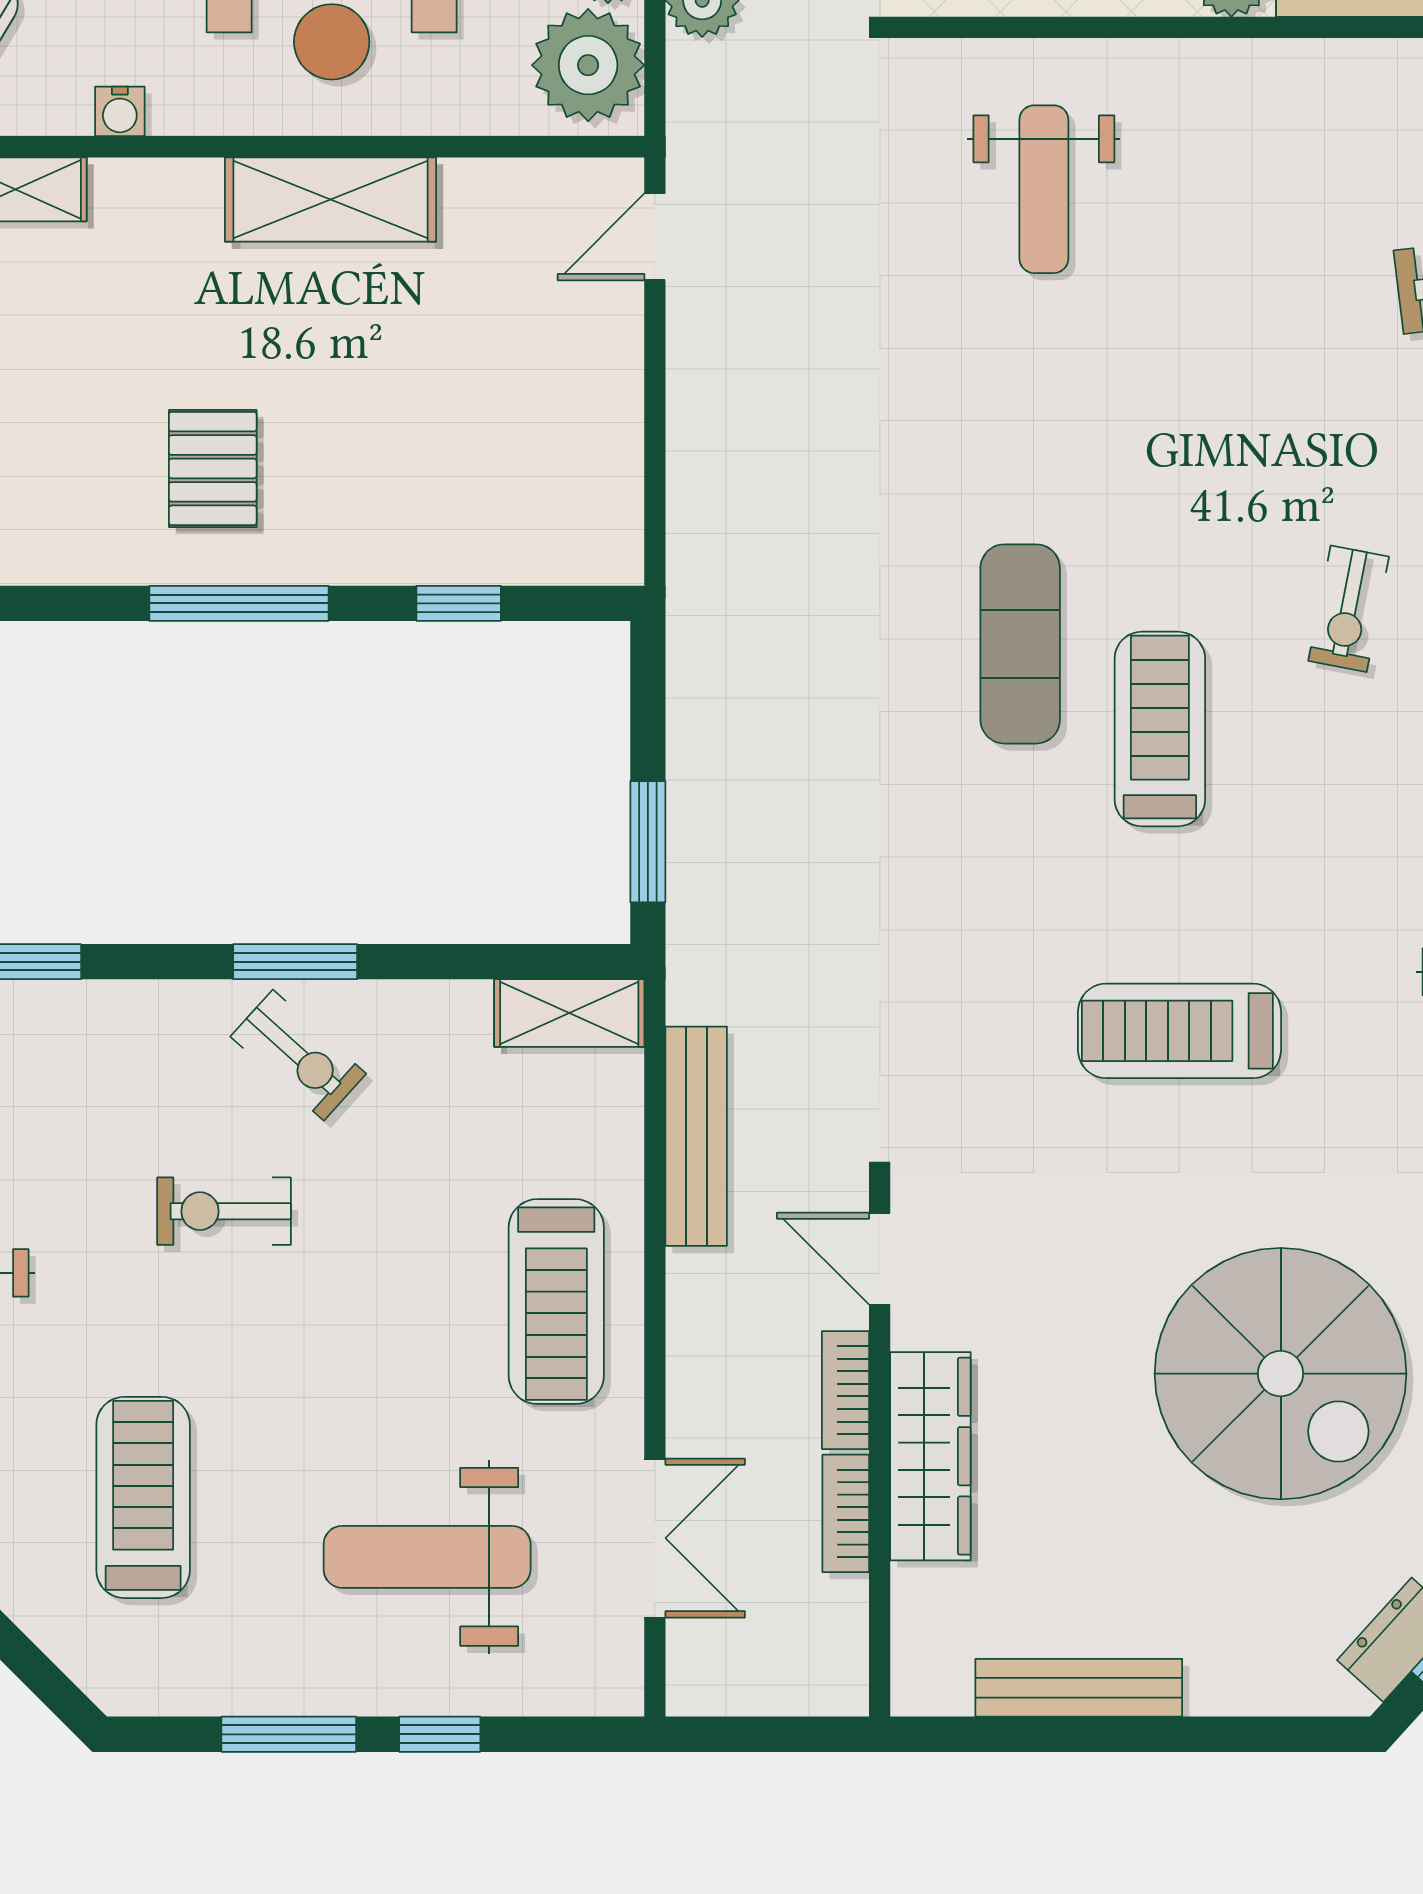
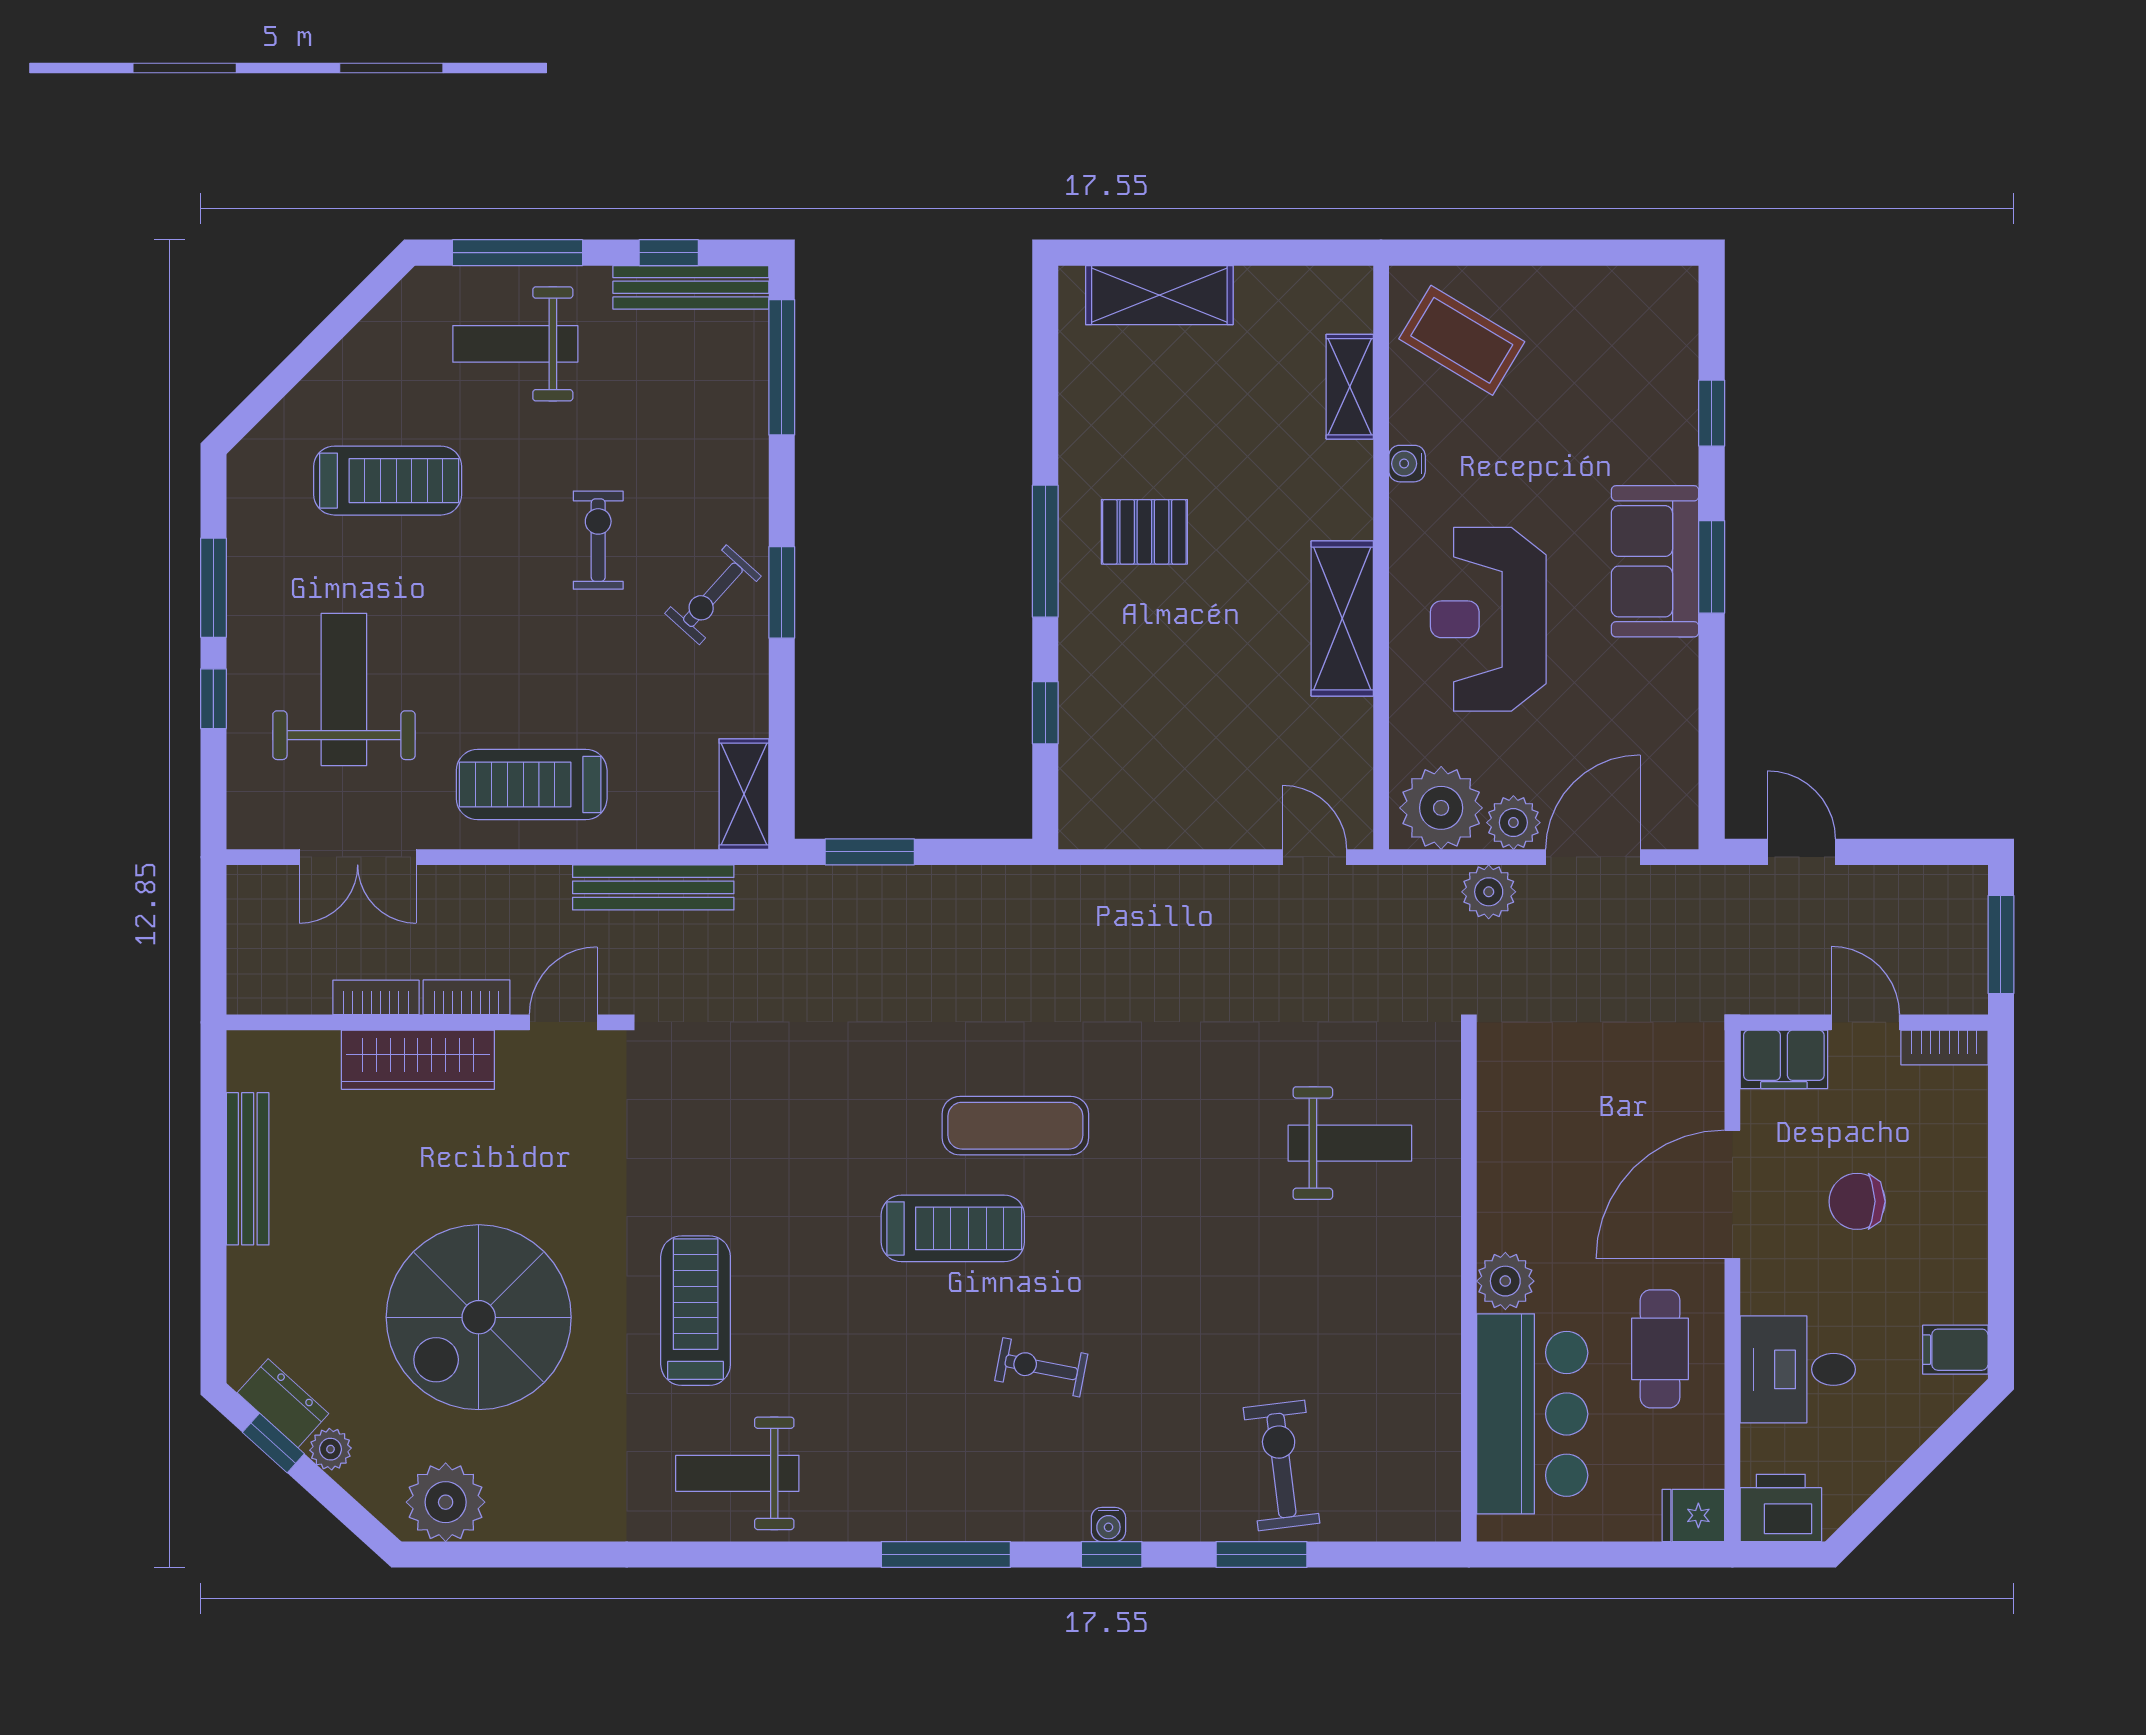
weight bench: (1044, 189) -> (1350, 1143), turned 180
treadmill: (1180, 1031) -> (696, 1311), moved

